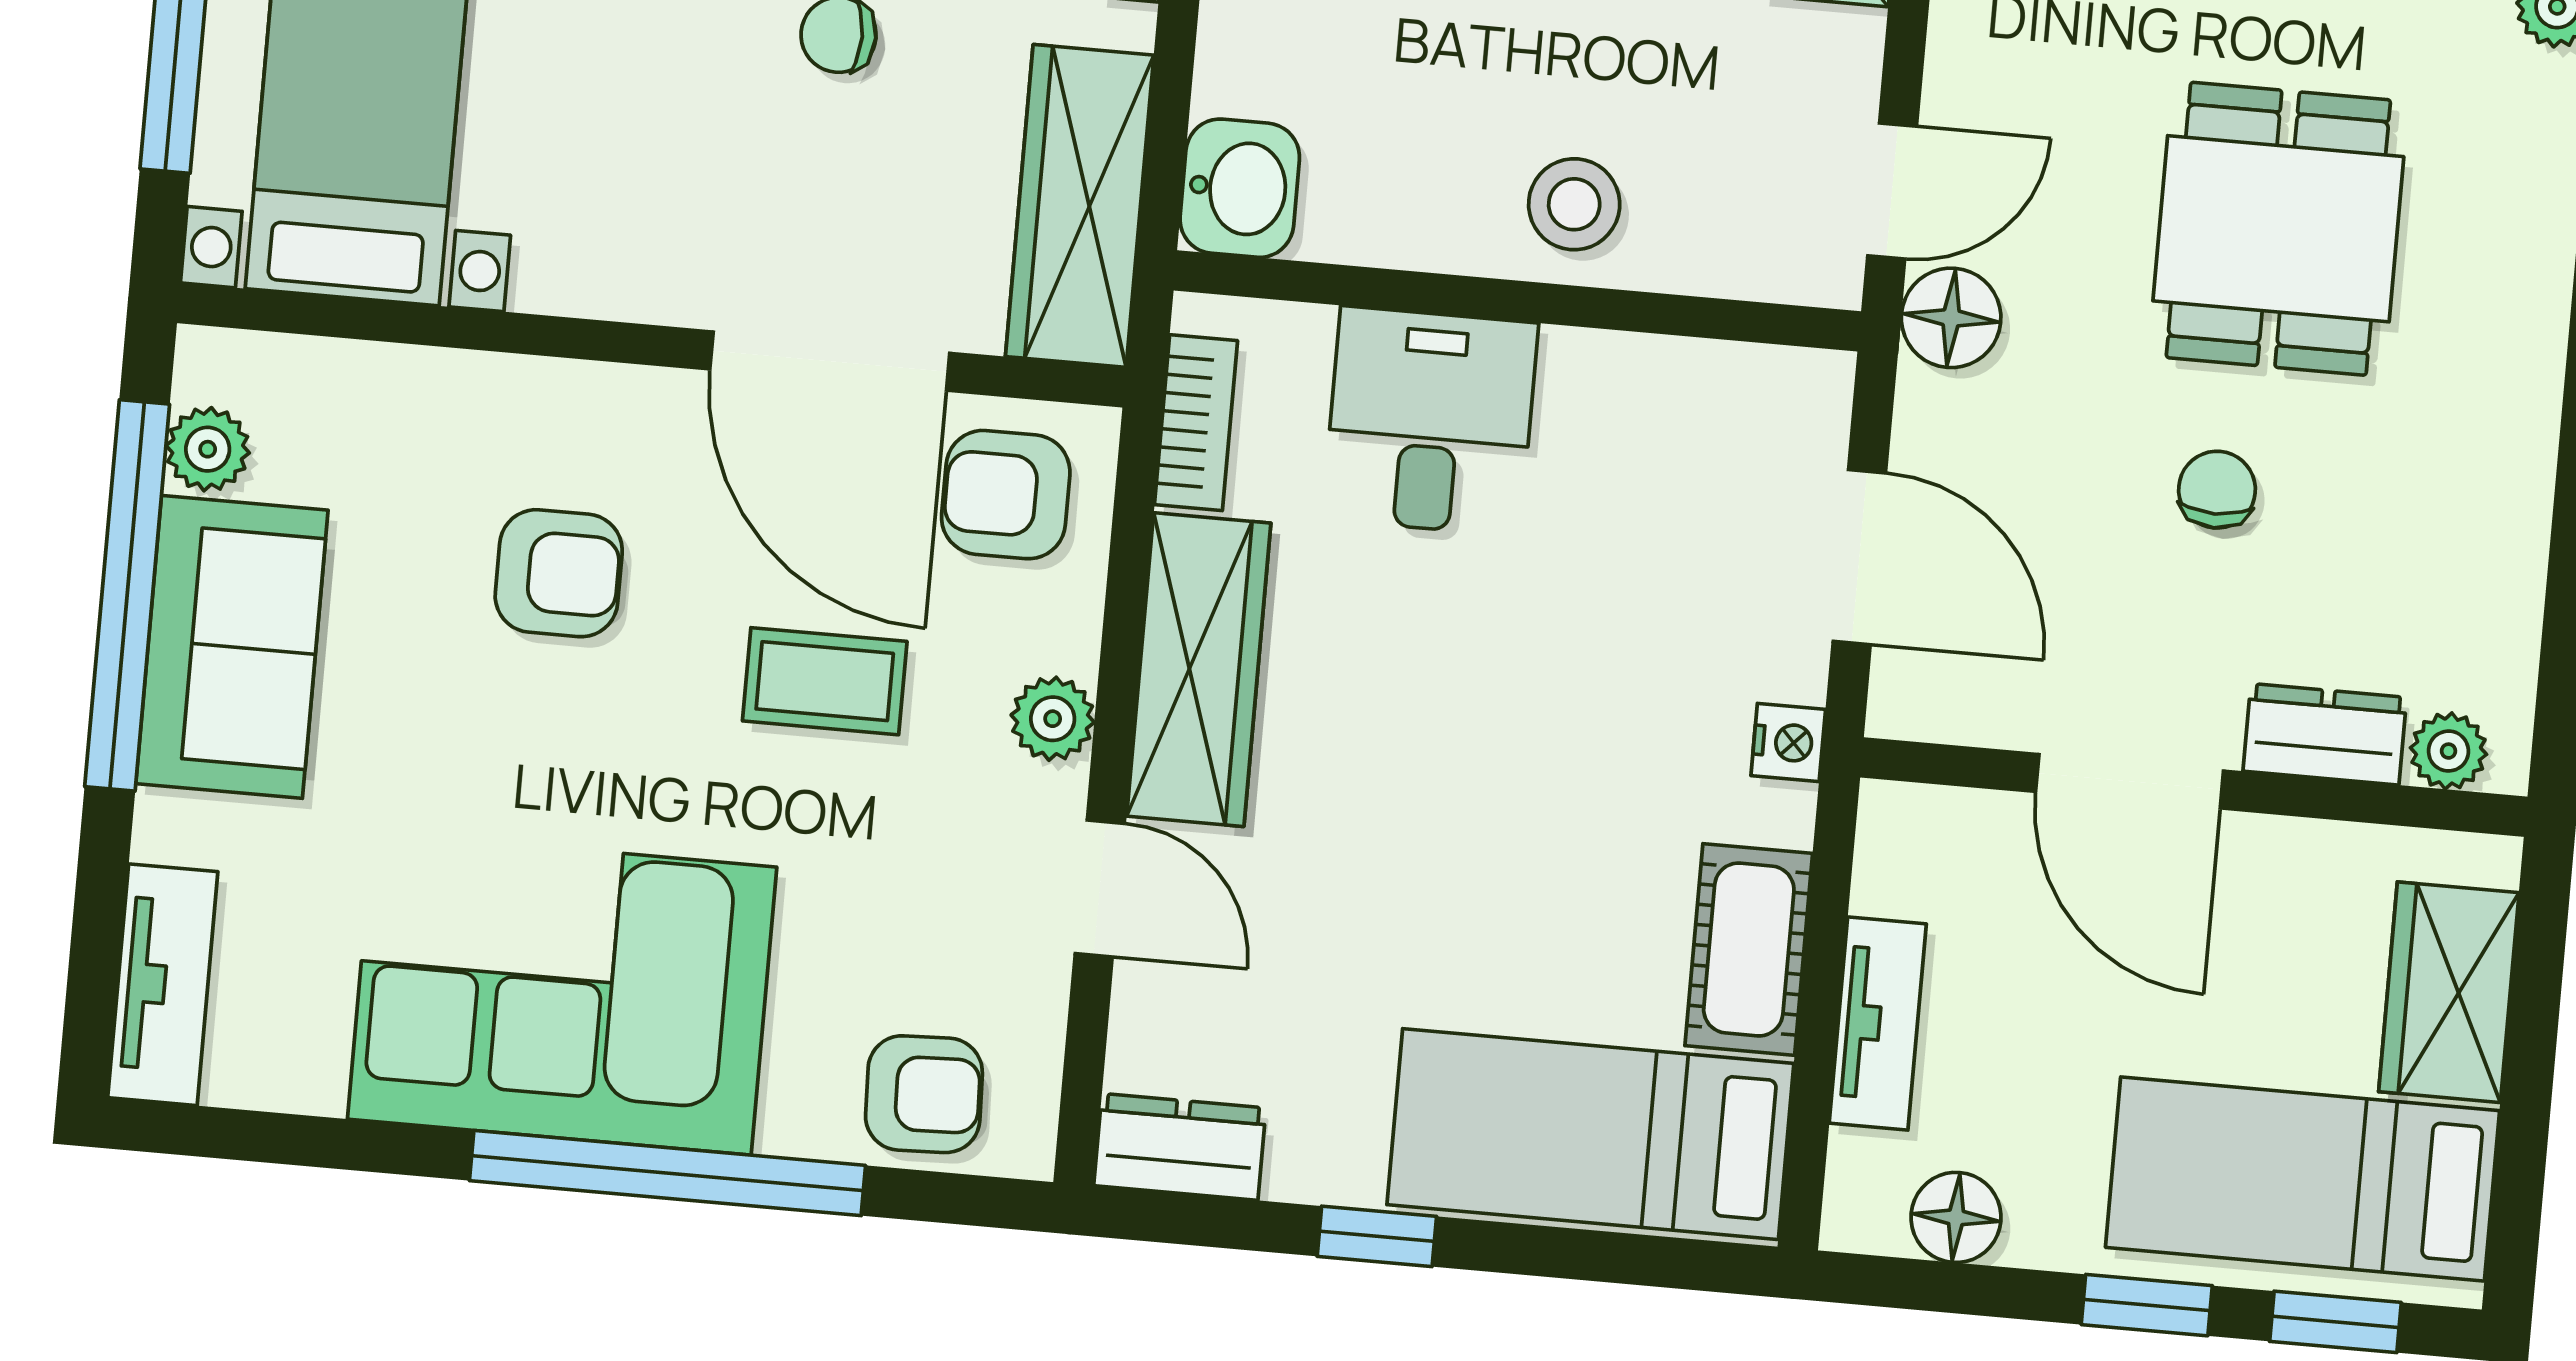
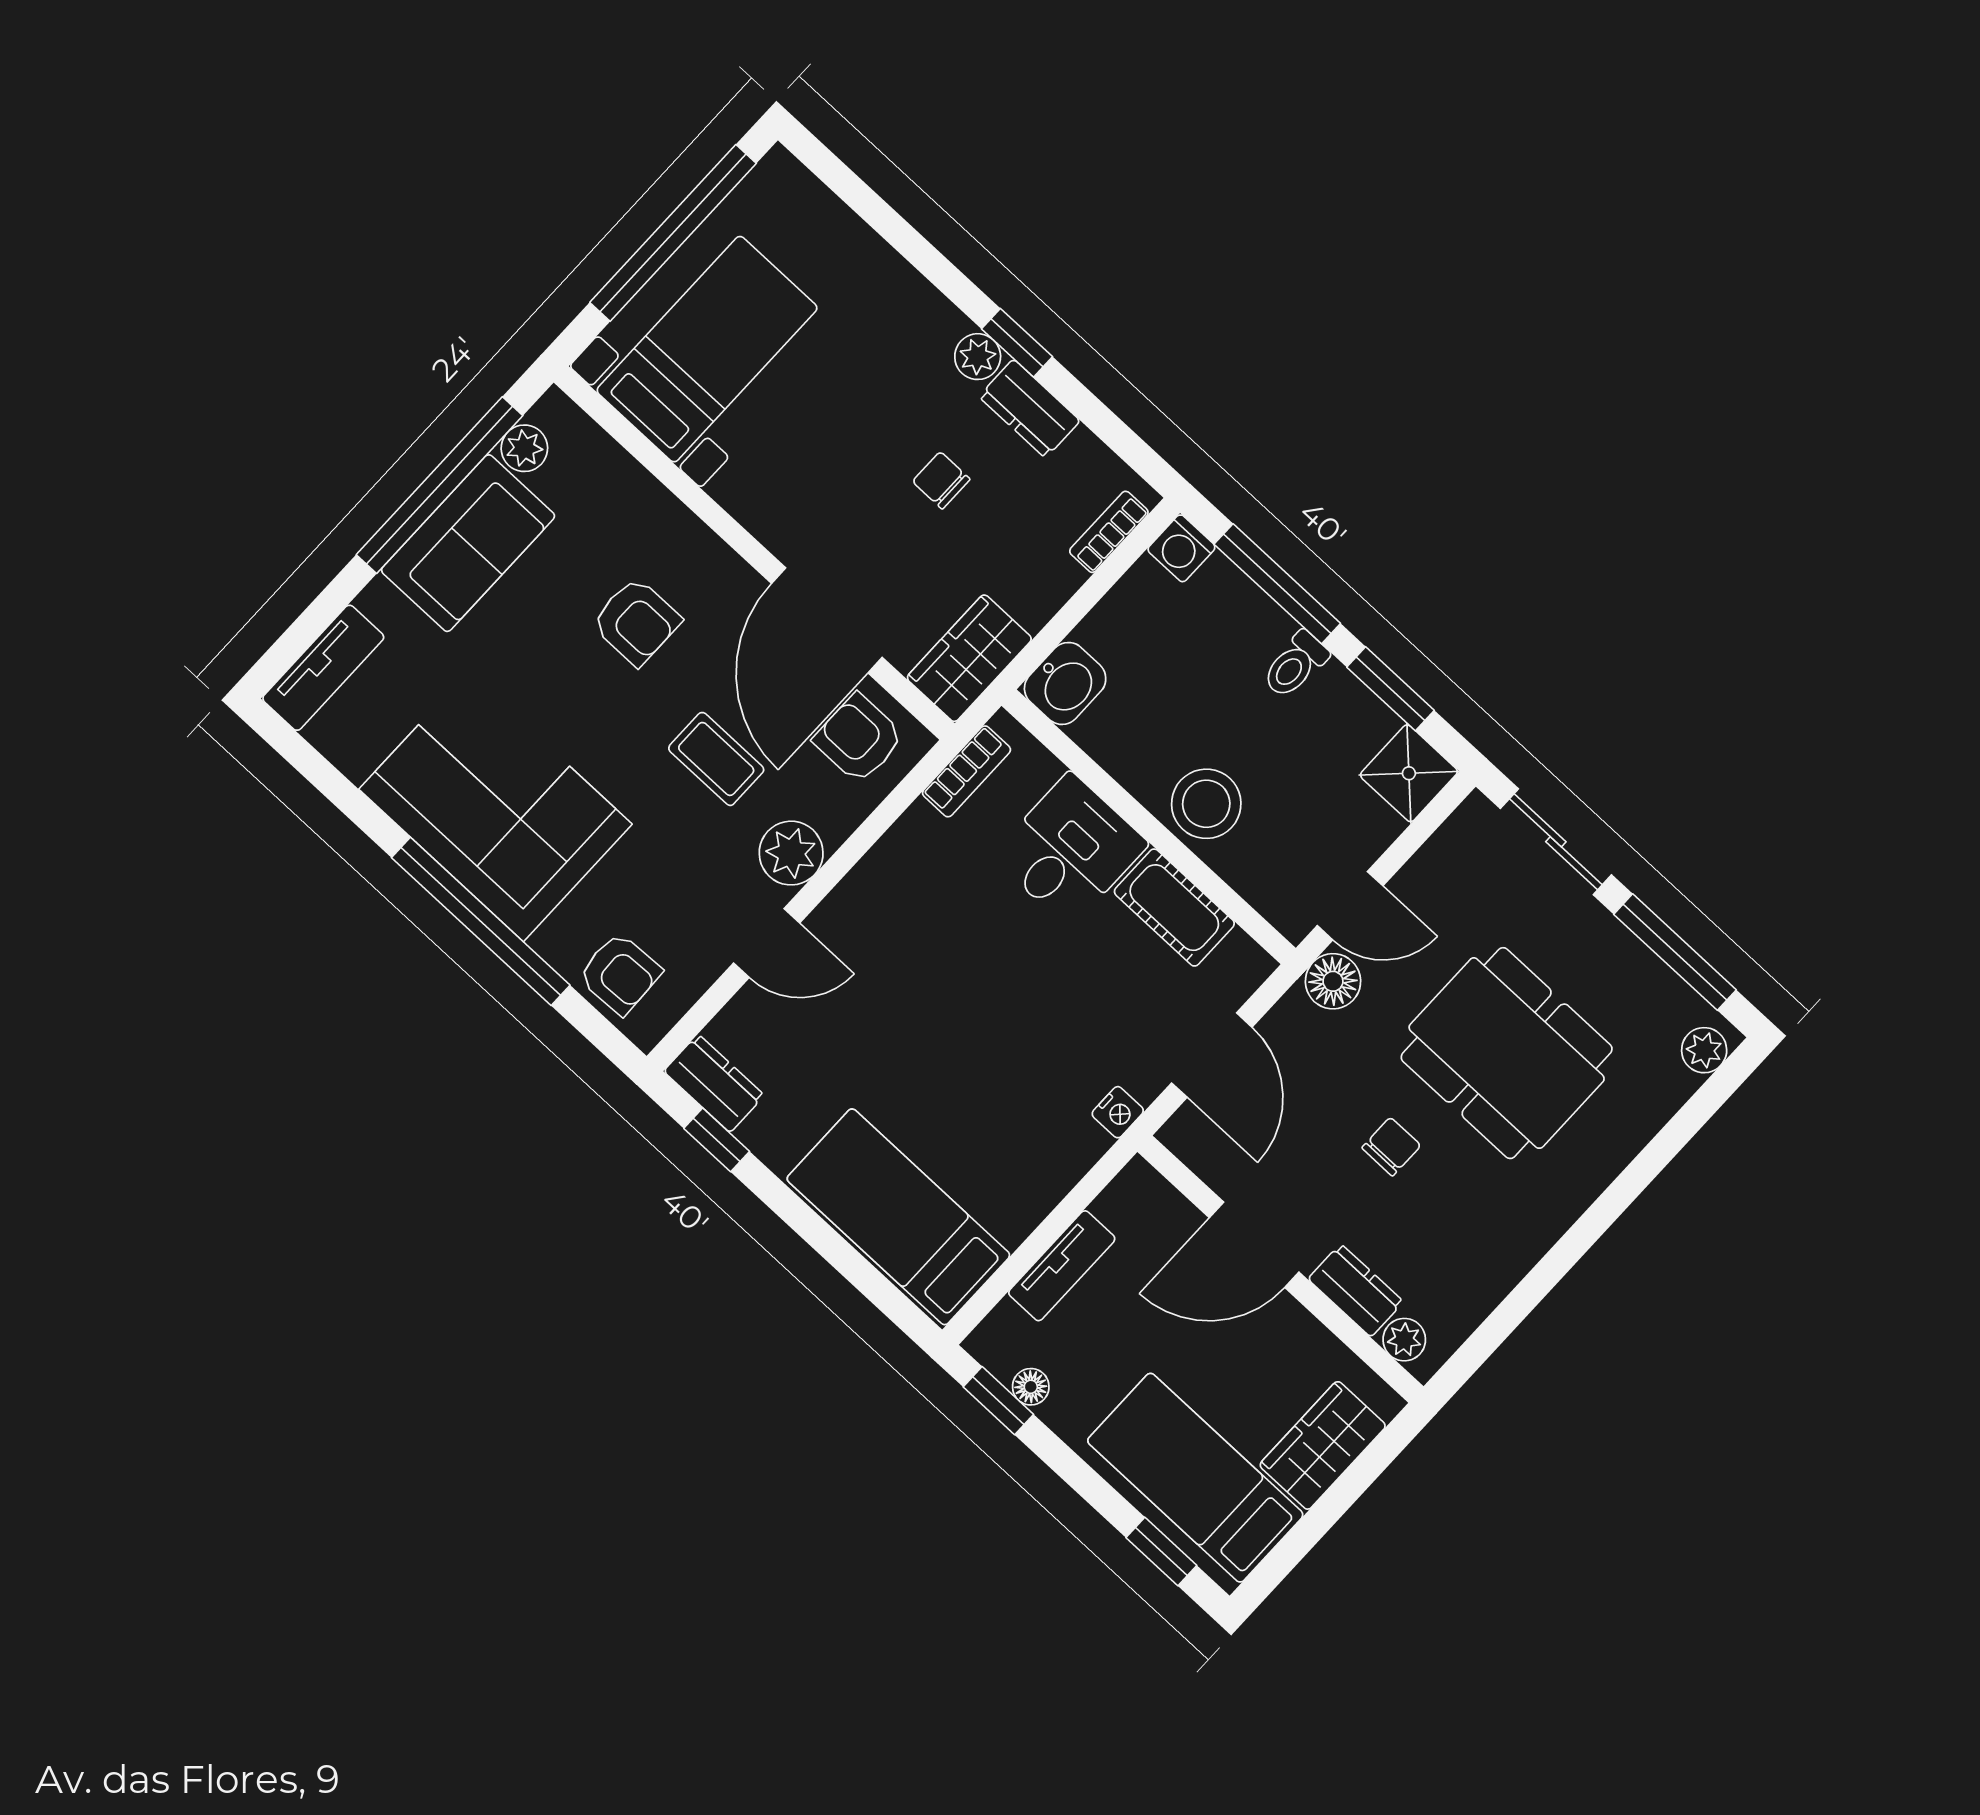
stool: (1574, 204) -> (1206, 804), width x1.38, depth x1.38
wardrobe: (1080, 206) -> (969, 658), width x0.67
dining table: (2278, 229) -> (1507, 1053), width x1.38
wardrobe: (1199, 670) -> (884, 881), removed
plant: (1053, 719) -> (791, 853), width x1.38, depth x1.38
door: (2130, 781) -> (1254, 1245), hinge flipped
door: (1100, 888) -> (767, 943), hinge flipped
cot: (1749, 949) -> (1174, 908), moved, turned 90
floor lamp: (1956, 1217) -> (1031, 1387), width x0.73, depth x0.73
window: (1377, 1236) -> (717, 1140), moved
window: (2147, 1305) -> (998, 1401), moved

